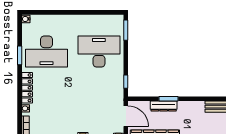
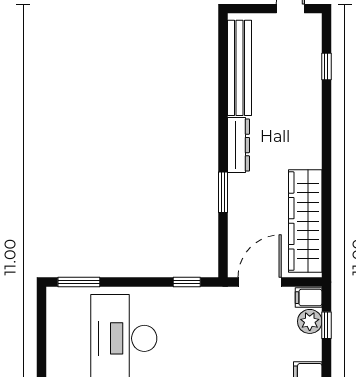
dresser: (164, 106) -> (238, 145), moved

